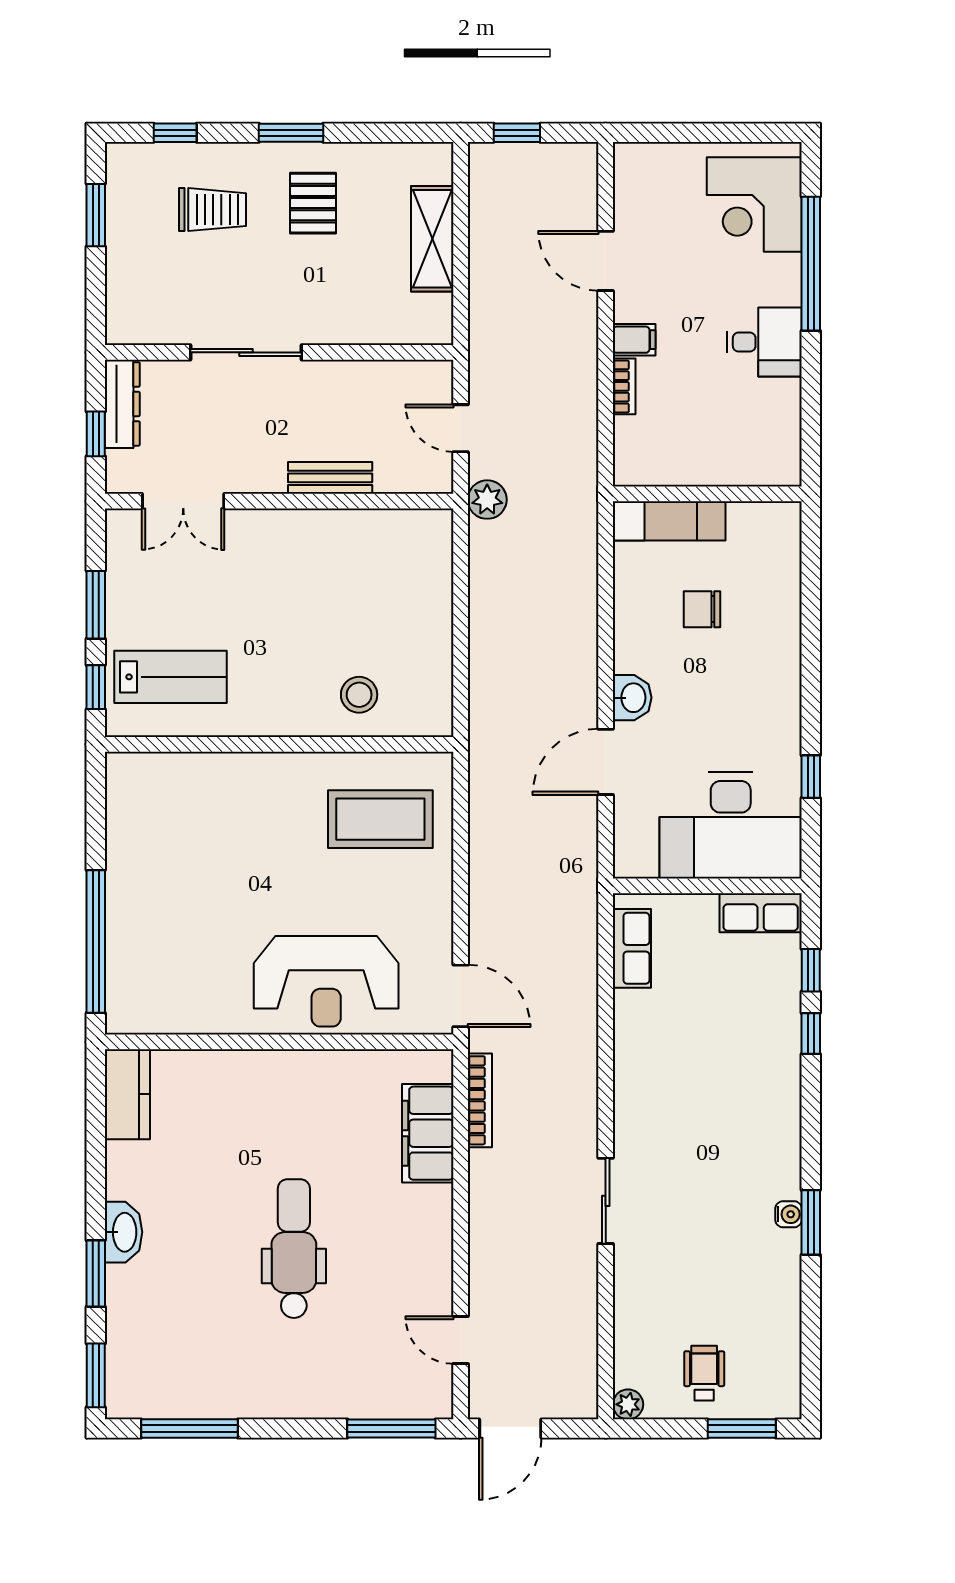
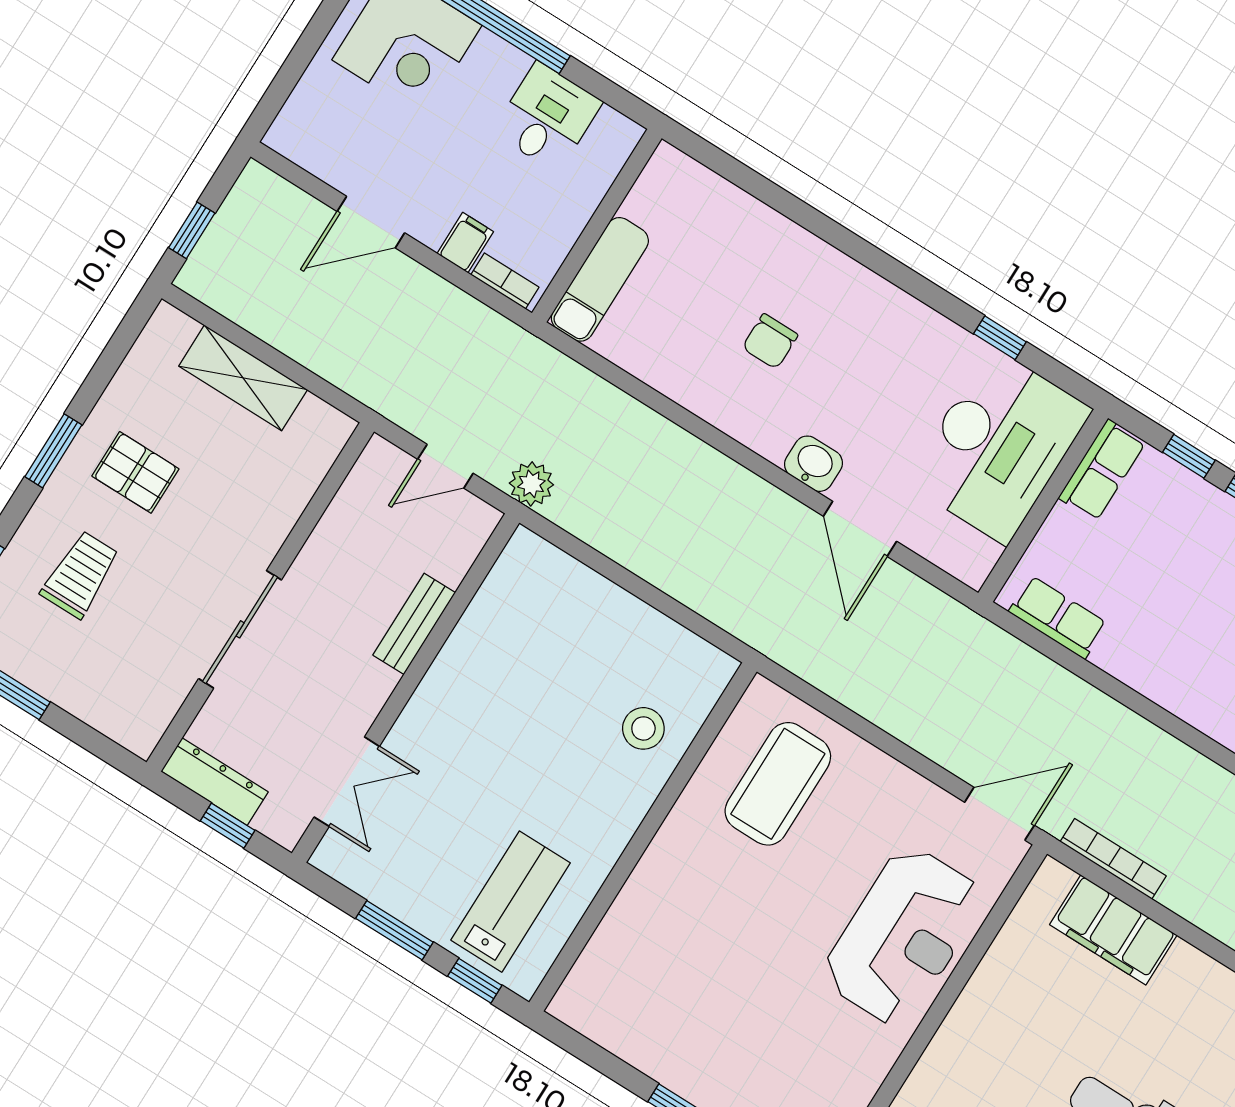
wall: (707, 494) -> (597, 226), moved
exam couch: (669, 521) -> (600, 279), moved

